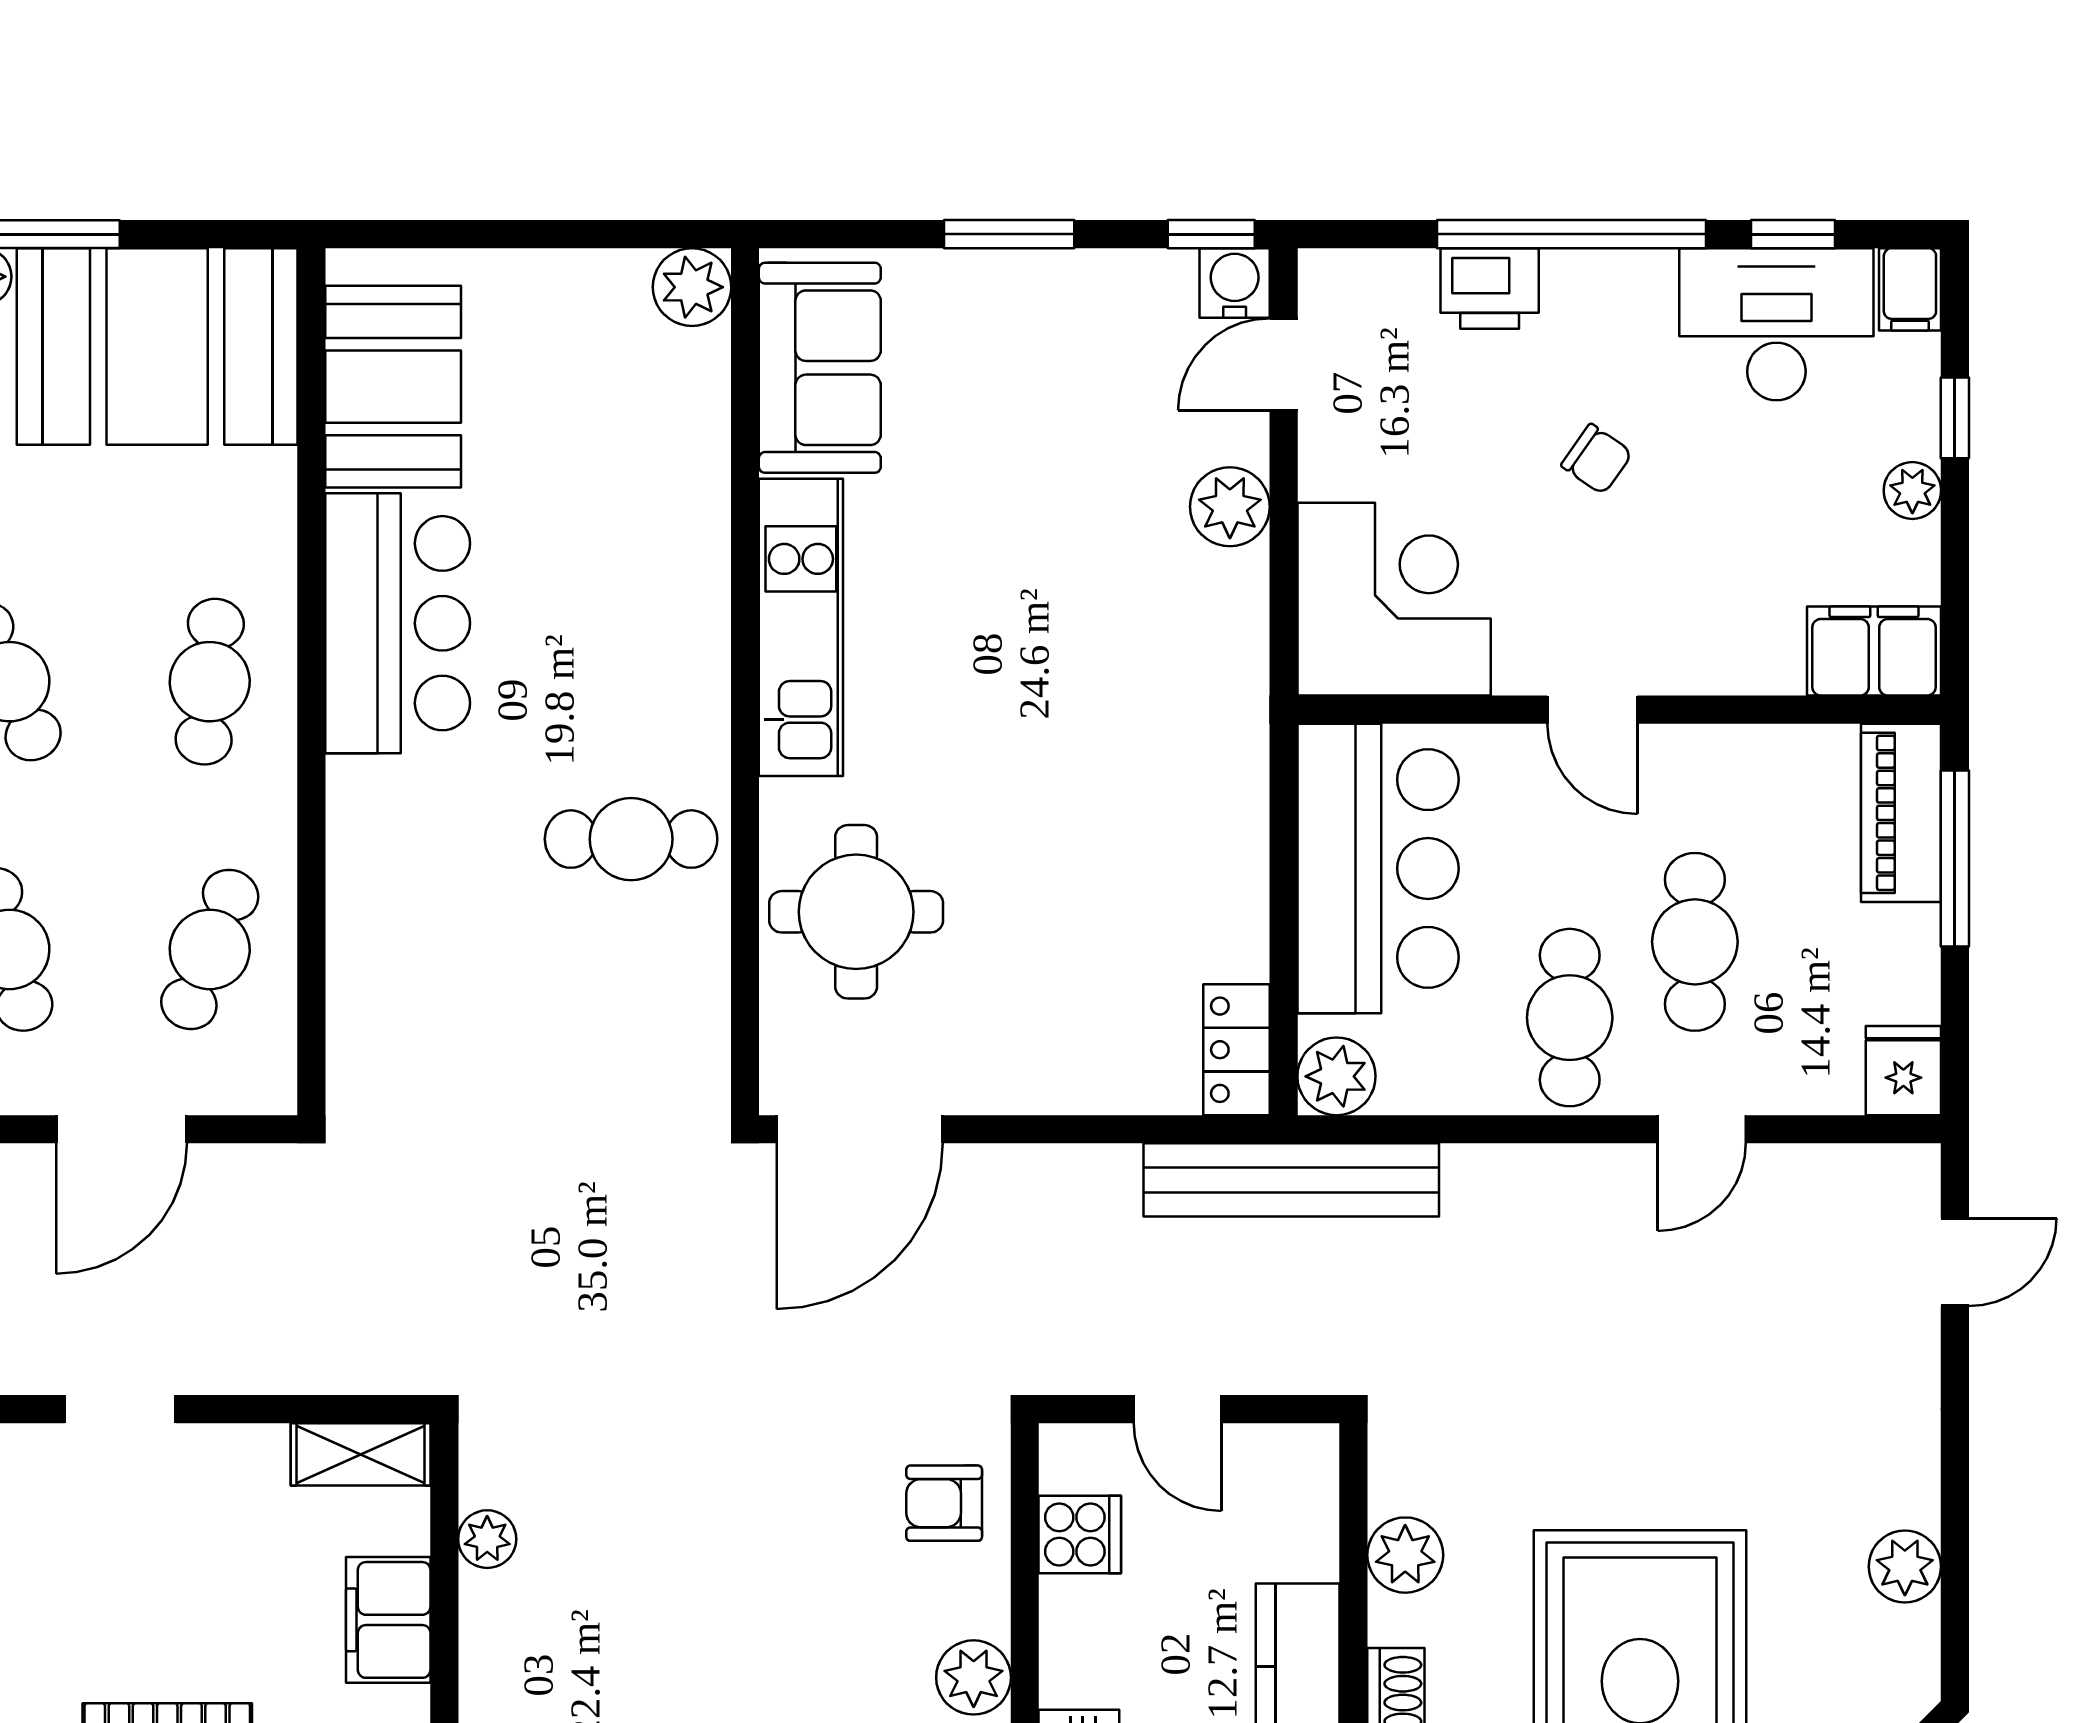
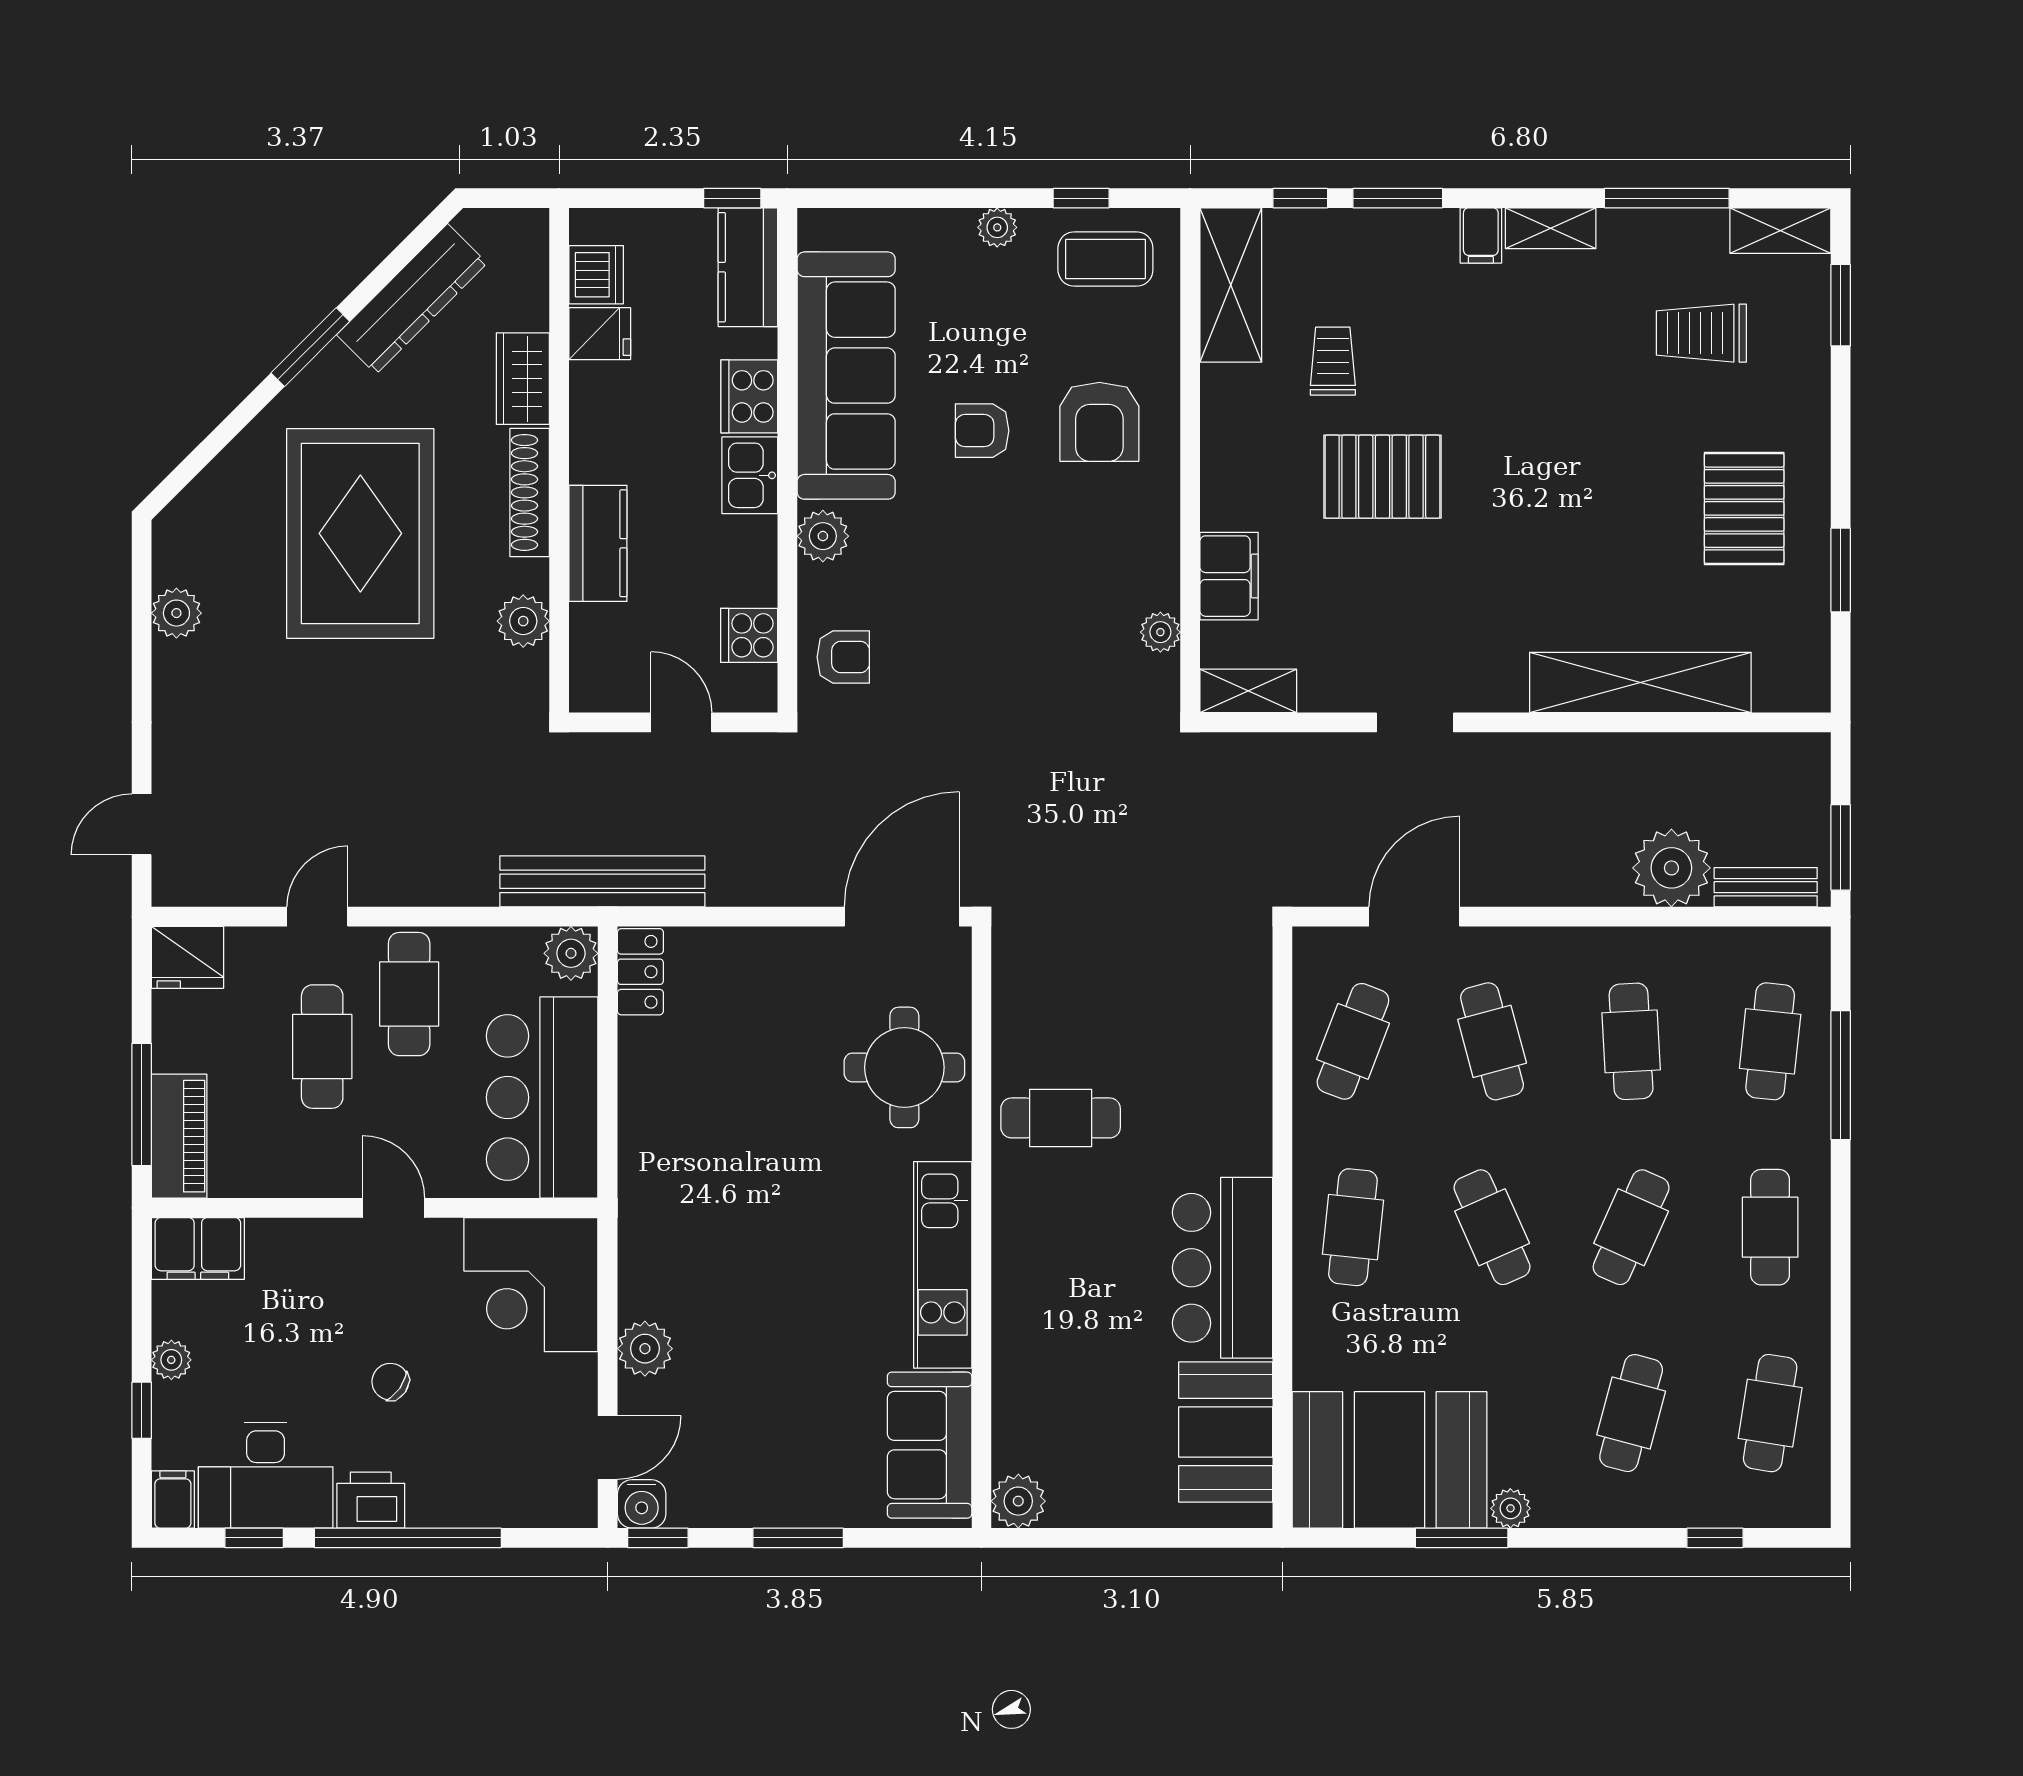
printer: (1490, 288) -> (371, 1500), moved
fridge: (1903, 1071) -> (187, 957), width x1.38

